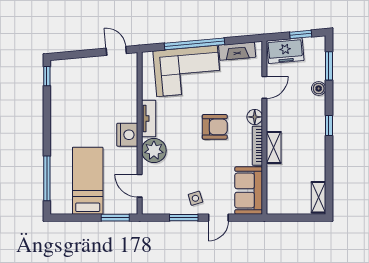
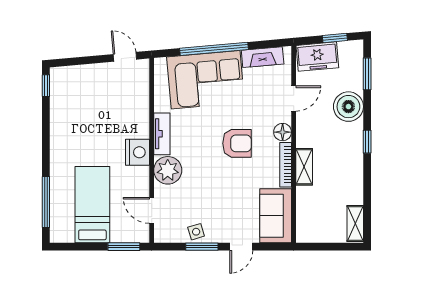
boiler: (319, 89) -> (348, 107), width x1.86, depth x1.86
side table: (195, 198) -> (196, 232), moved

